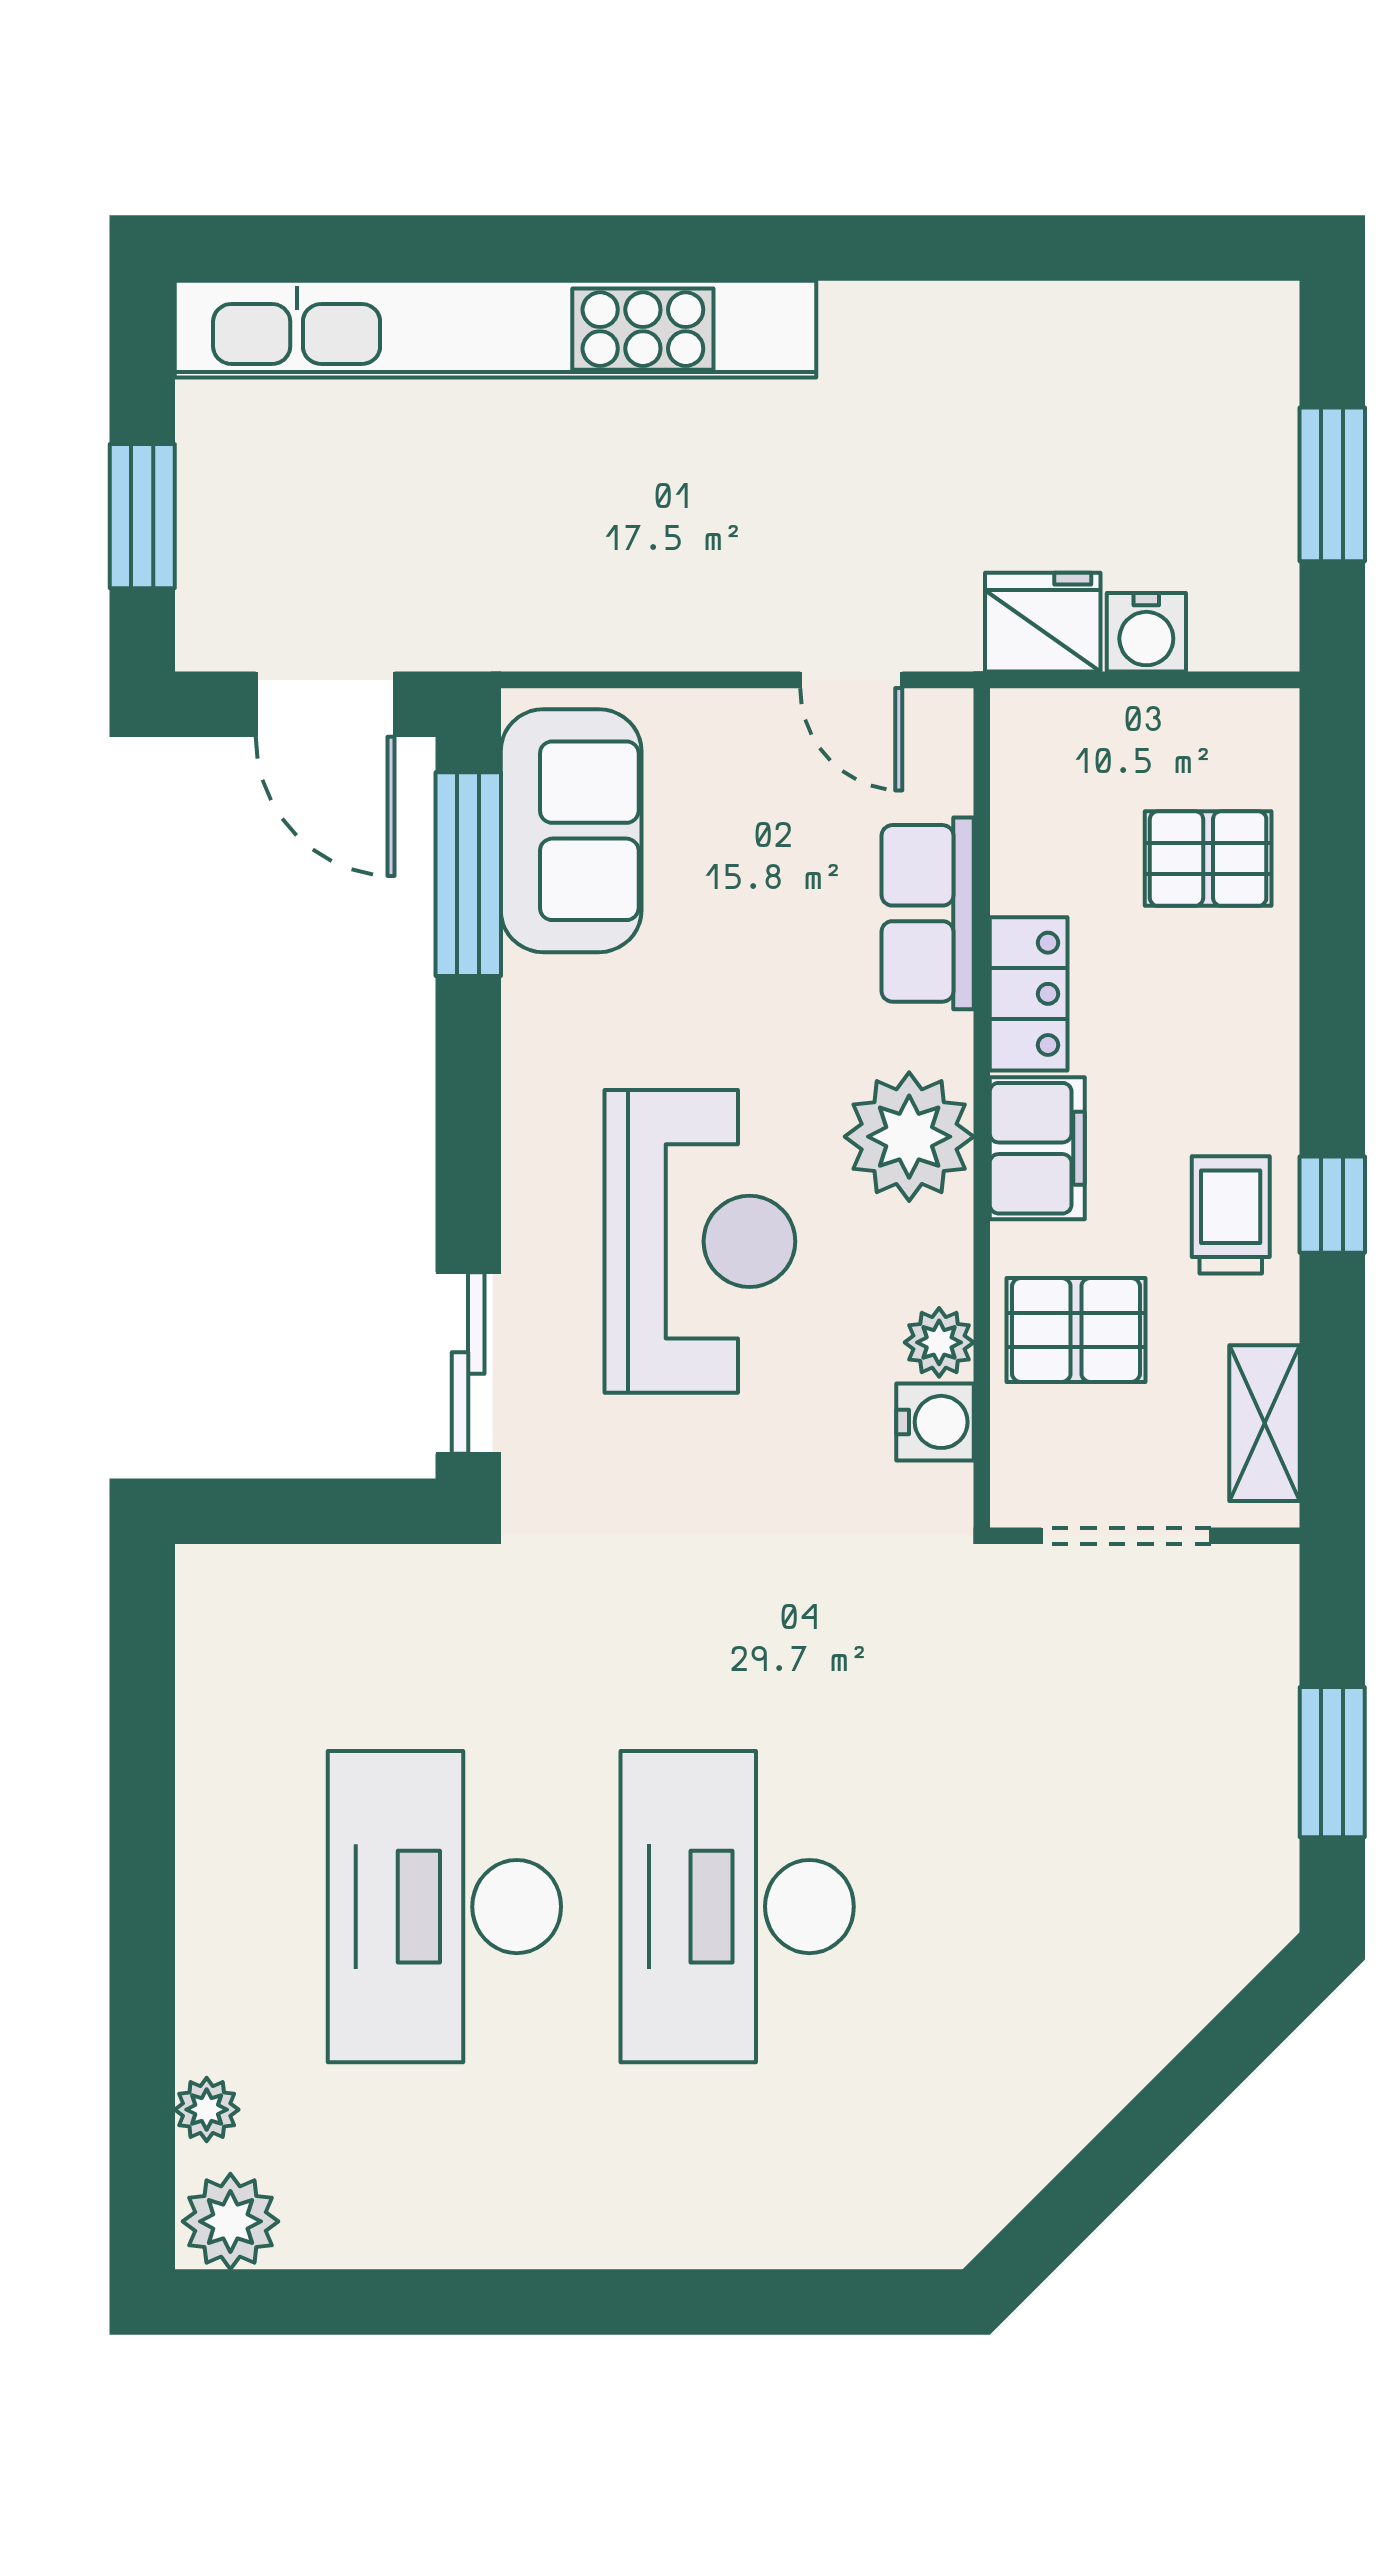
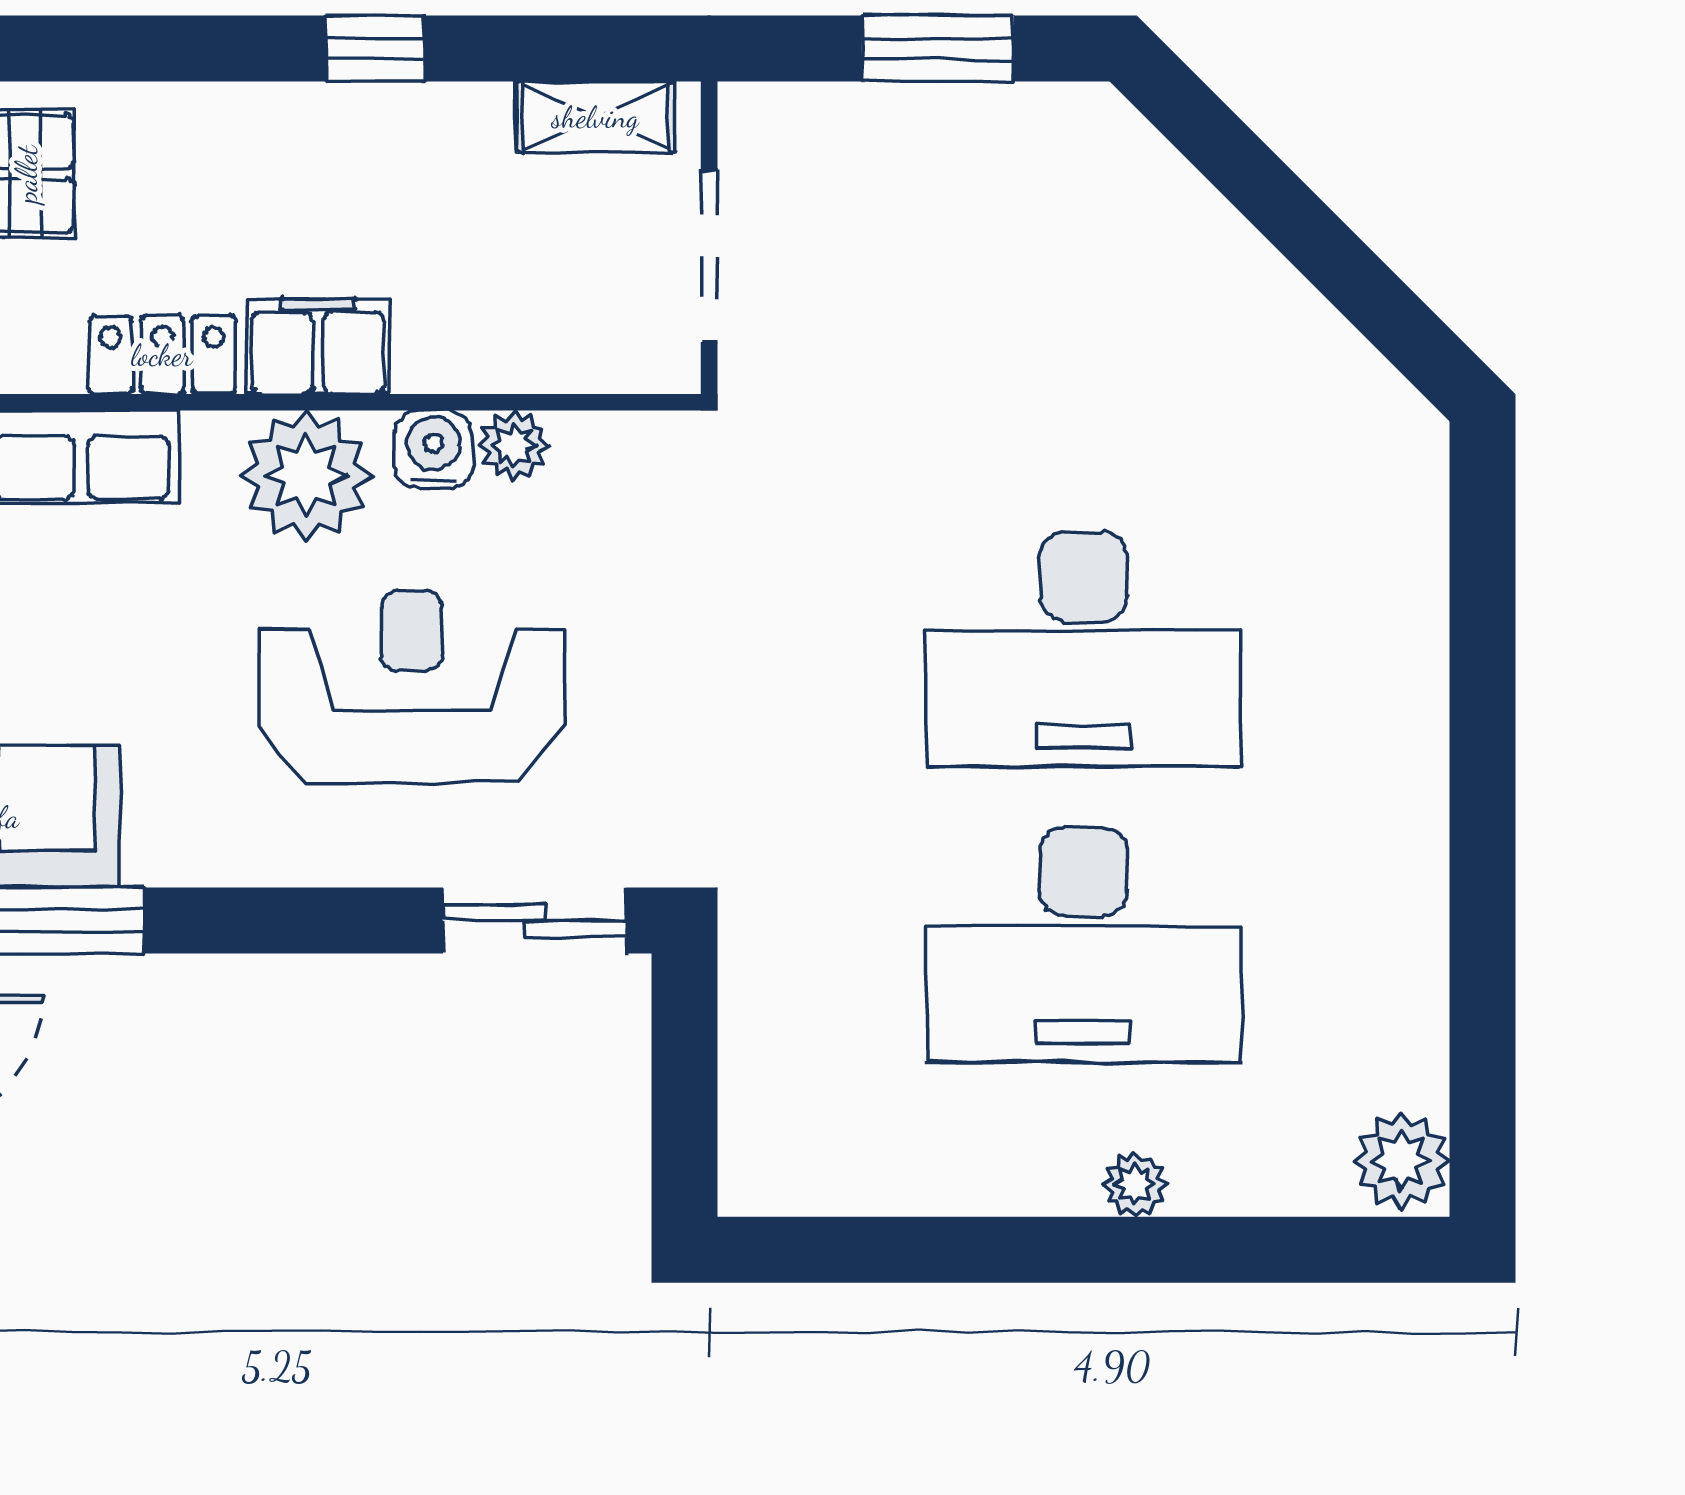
trolley: (1231, 1215) -> (385, 151), removed
pallet: (1076, 1330) -> (501, 307), removed
water cooler: (935, 1422) -> (434, 449), moved
plant: (207, 2110) -> (1135, 1185), moved

